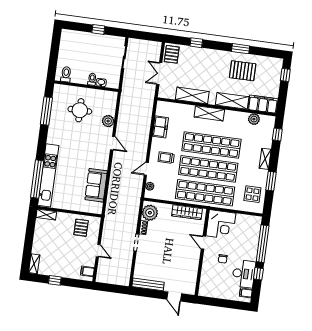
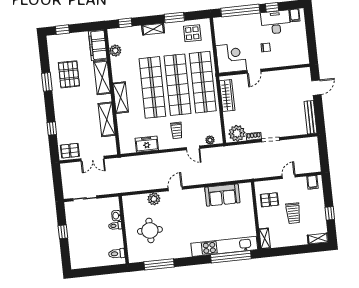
trolley: (63, 247) -> (293, 213), added

